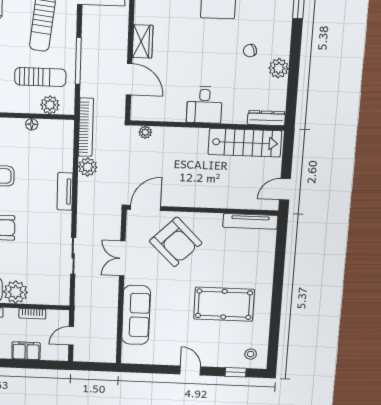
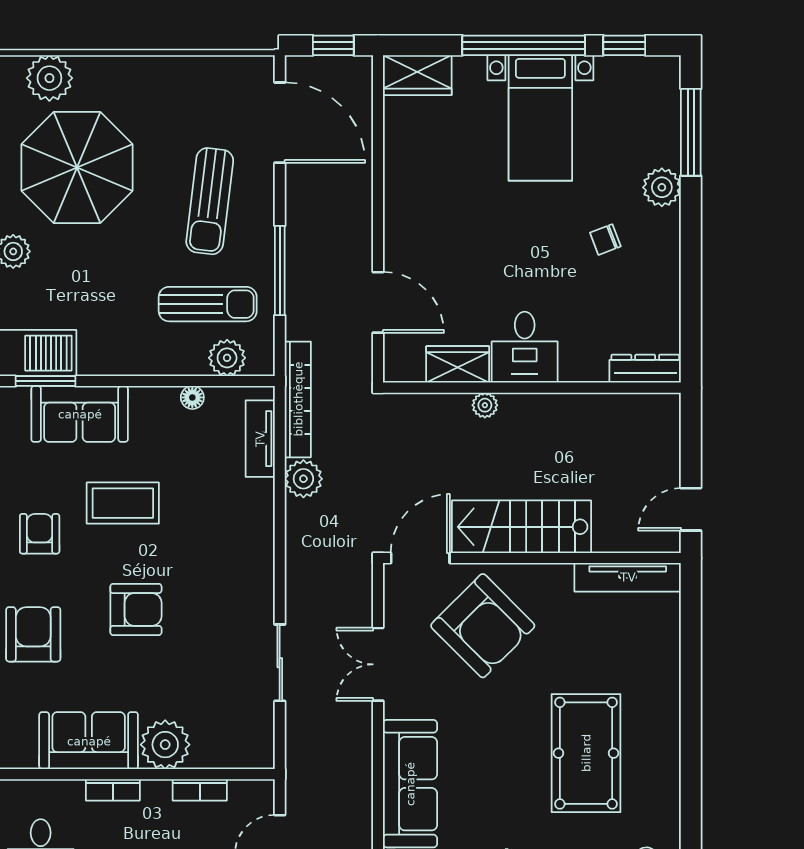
wardrobe: (143, 41) -> (458, 364), moved, turned -90
plant: (279, 68) -> (662, 187), moved
plant: (145, 132) -> (485, 405), moved
stairs: (245, 143) -> (522, 527), moved, turned 180
tv unit: (65, 191) -> (260, 439), moved
pool table: (224, 304) -> (586, 753), turned 90

